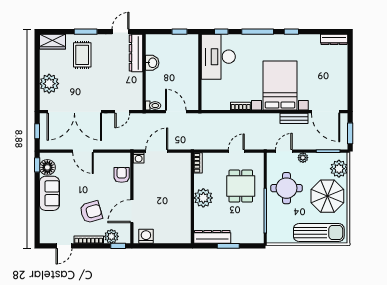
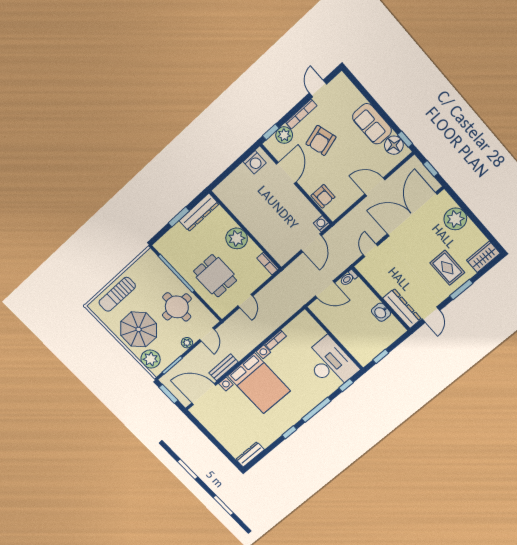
sun lounger: (319, 233) -> (117, 294), width x0.73, depth x0.75

